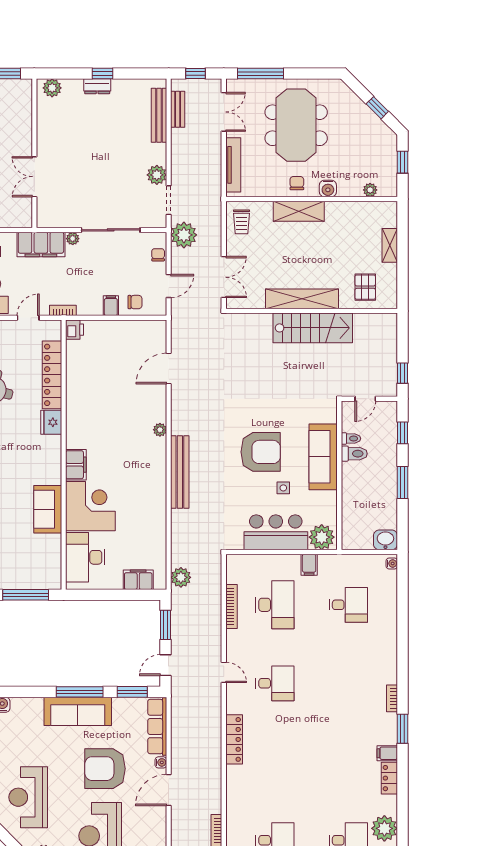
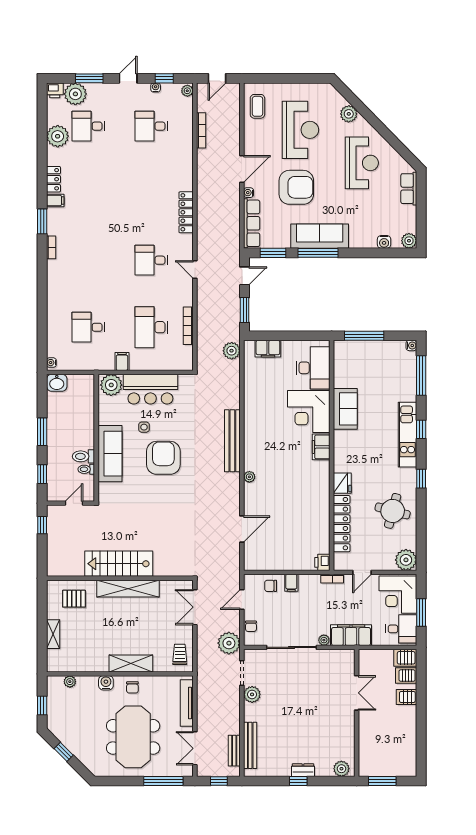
pallet: (365, 287) -> (74, 599), turned 90
armchair: (261, 452) -> (163, 458), turned 90

